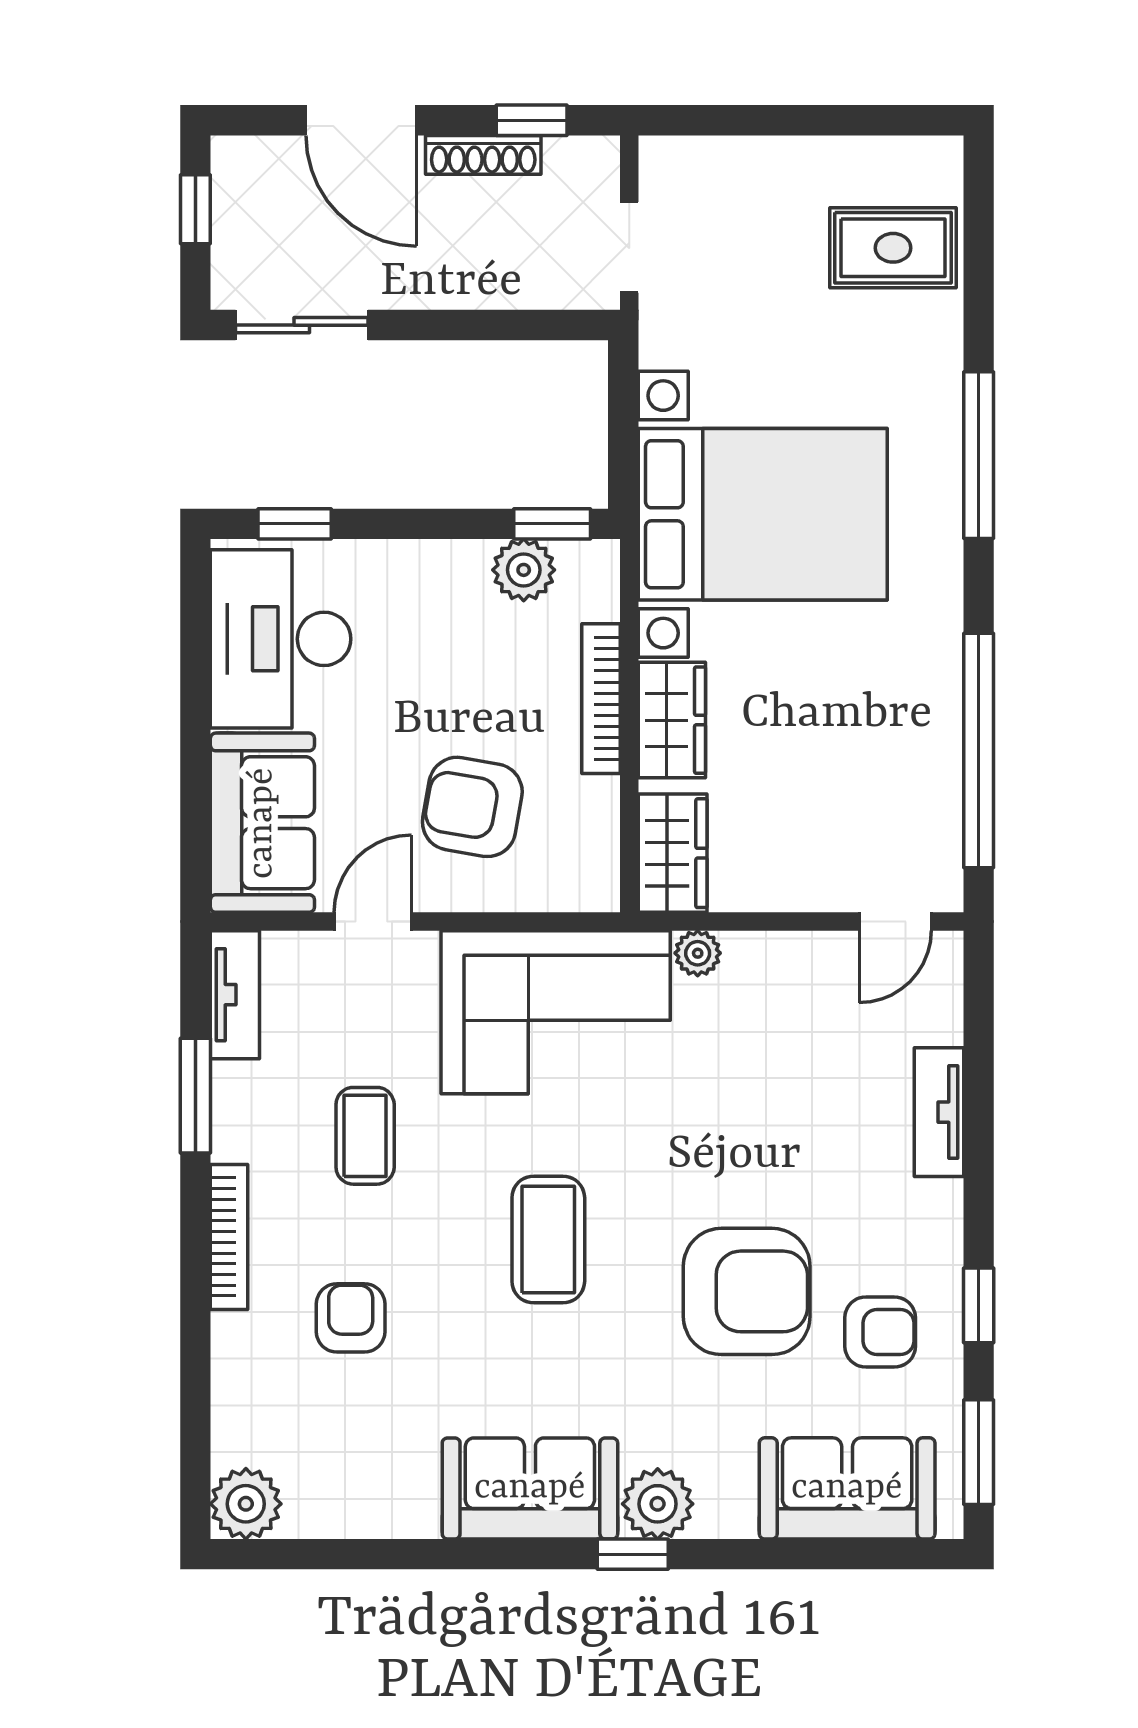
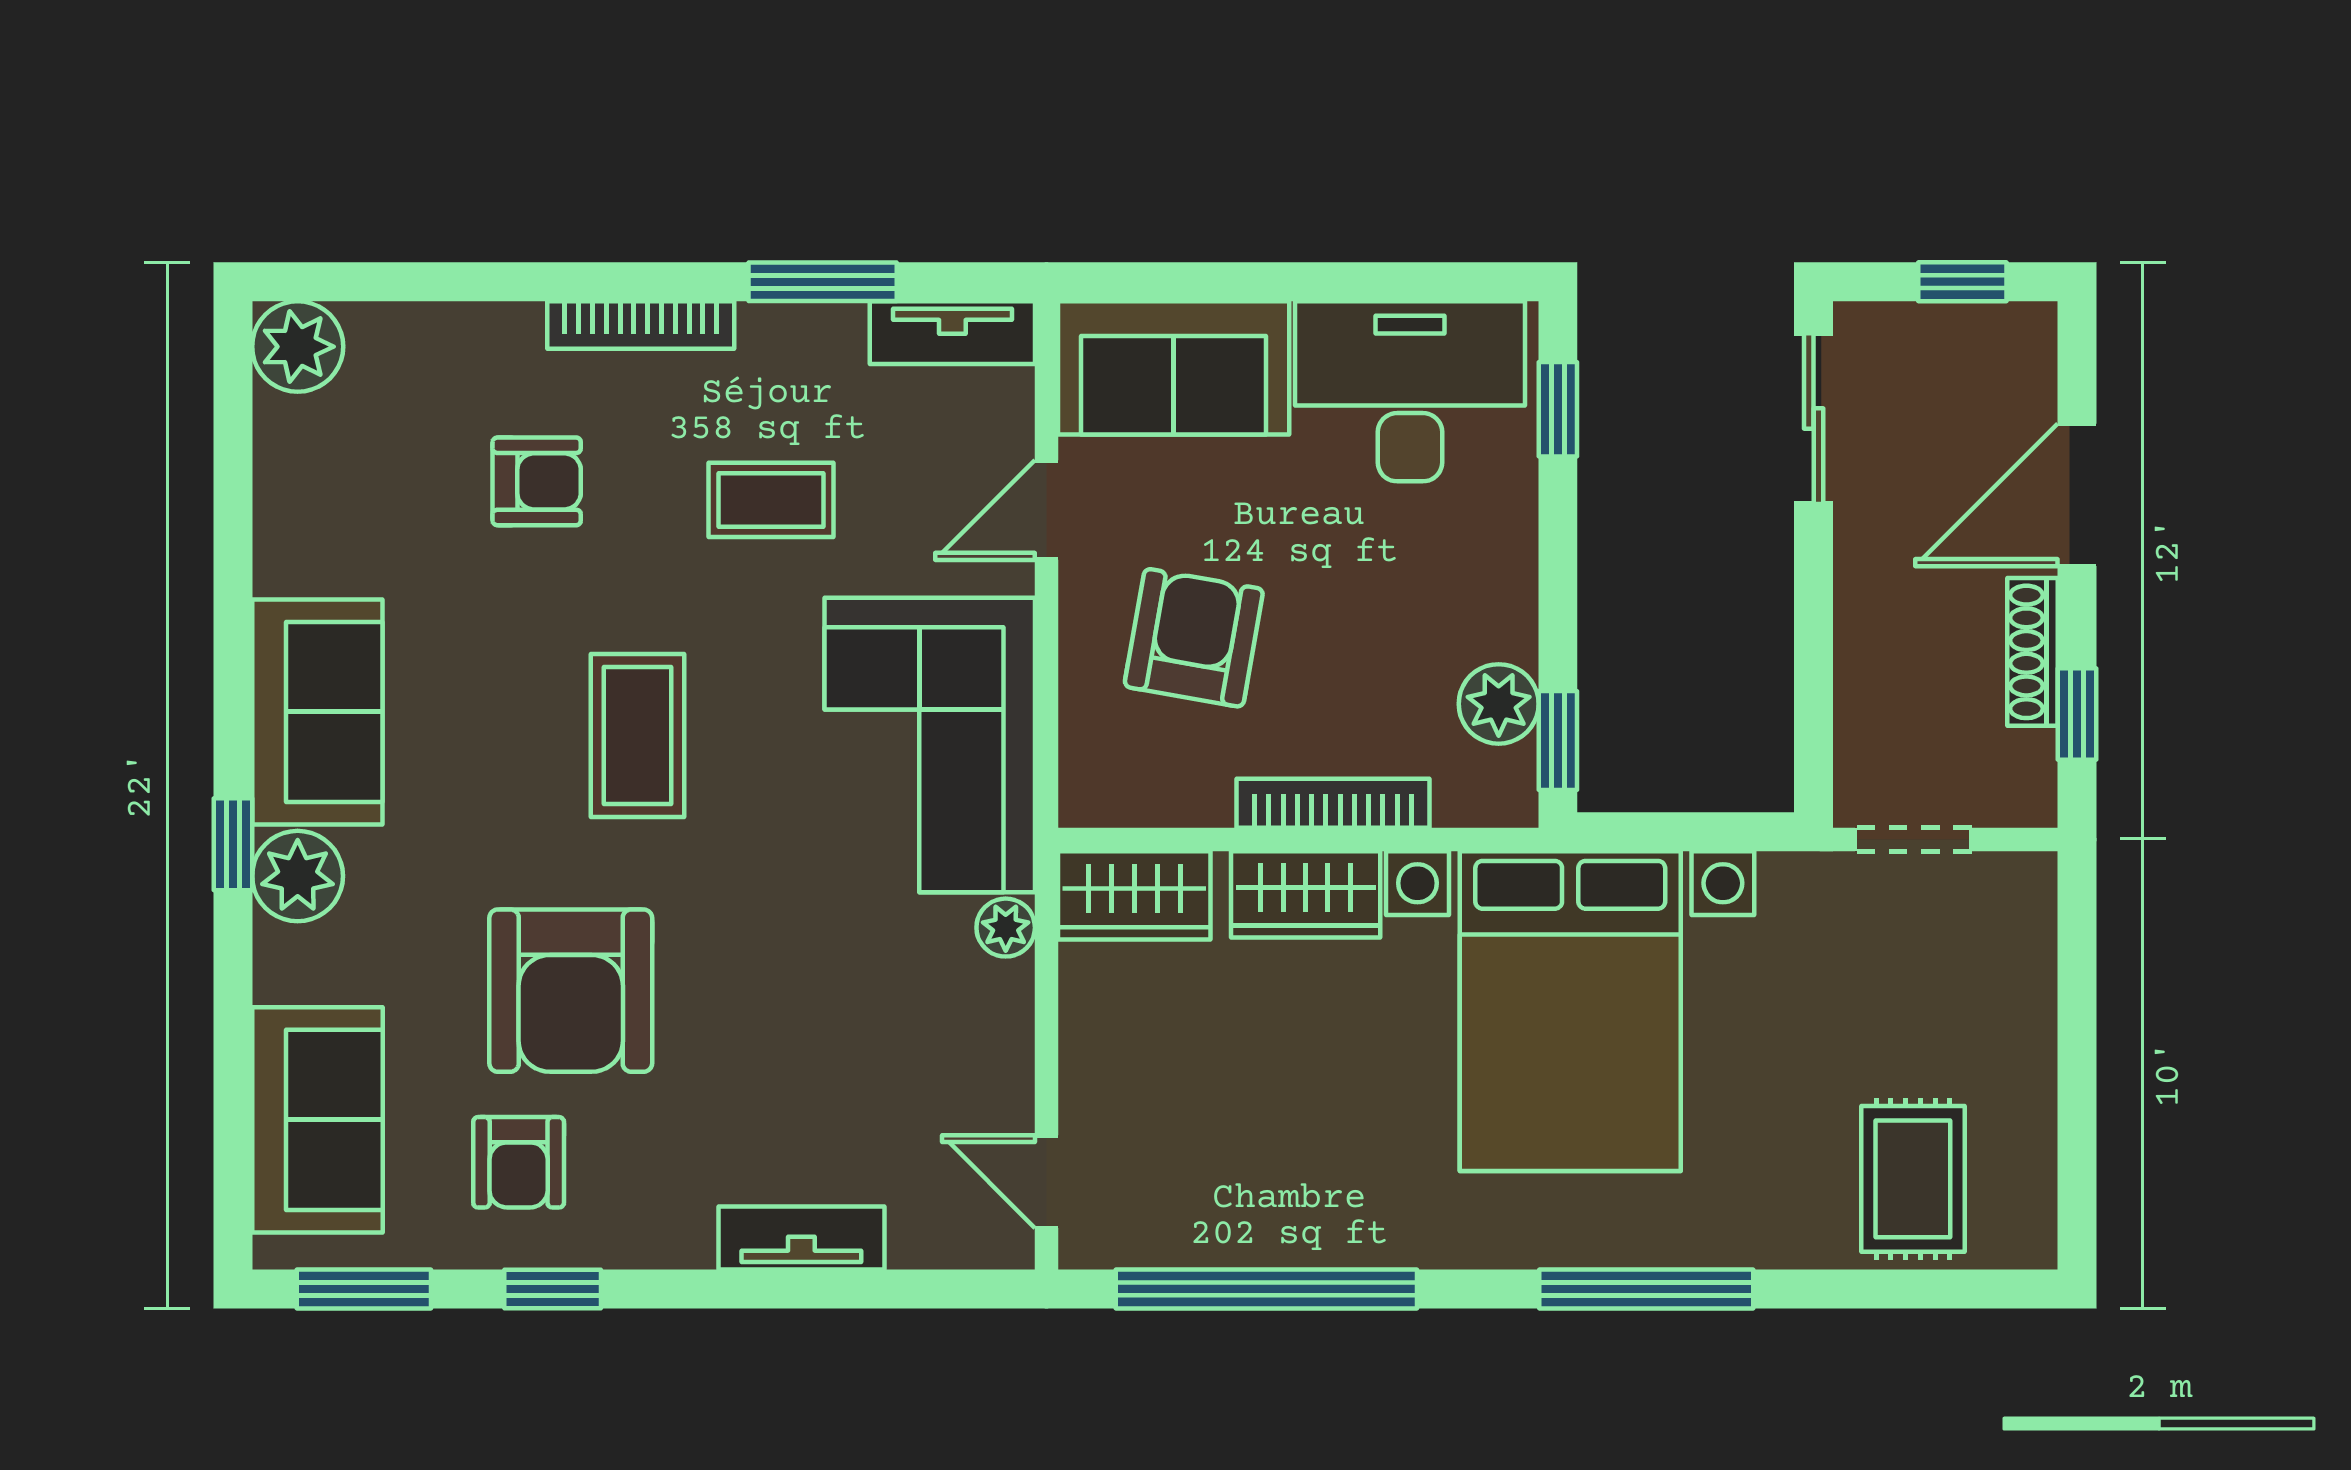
door: (373, 922) -> (1046, 510), swing flipped
coffee table: (548, 1240) -> (638, 735), turned 90

